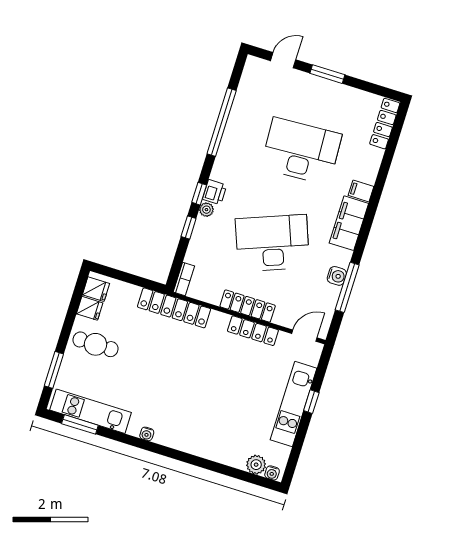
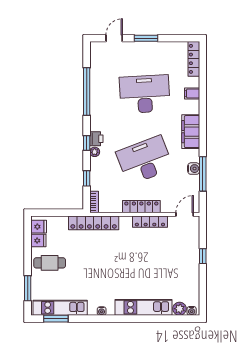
filing cabinet: (361, 191) -> (192, 93), moved
window: (189, 228) -> (87, 178), moved
kitchen unit: (294, 404) -> (143, 307), moved, turned 90

